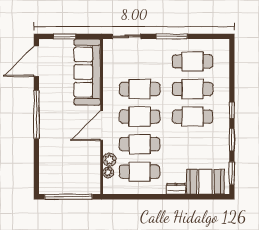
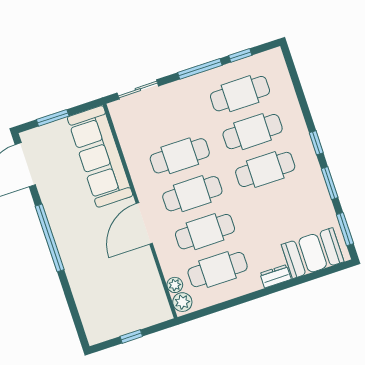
window: (201, 36) -> (240, 55), added
plant: (109, 160) -> (182, 302), moved
window: (68, 197) -> (131, 336), width x0.32

